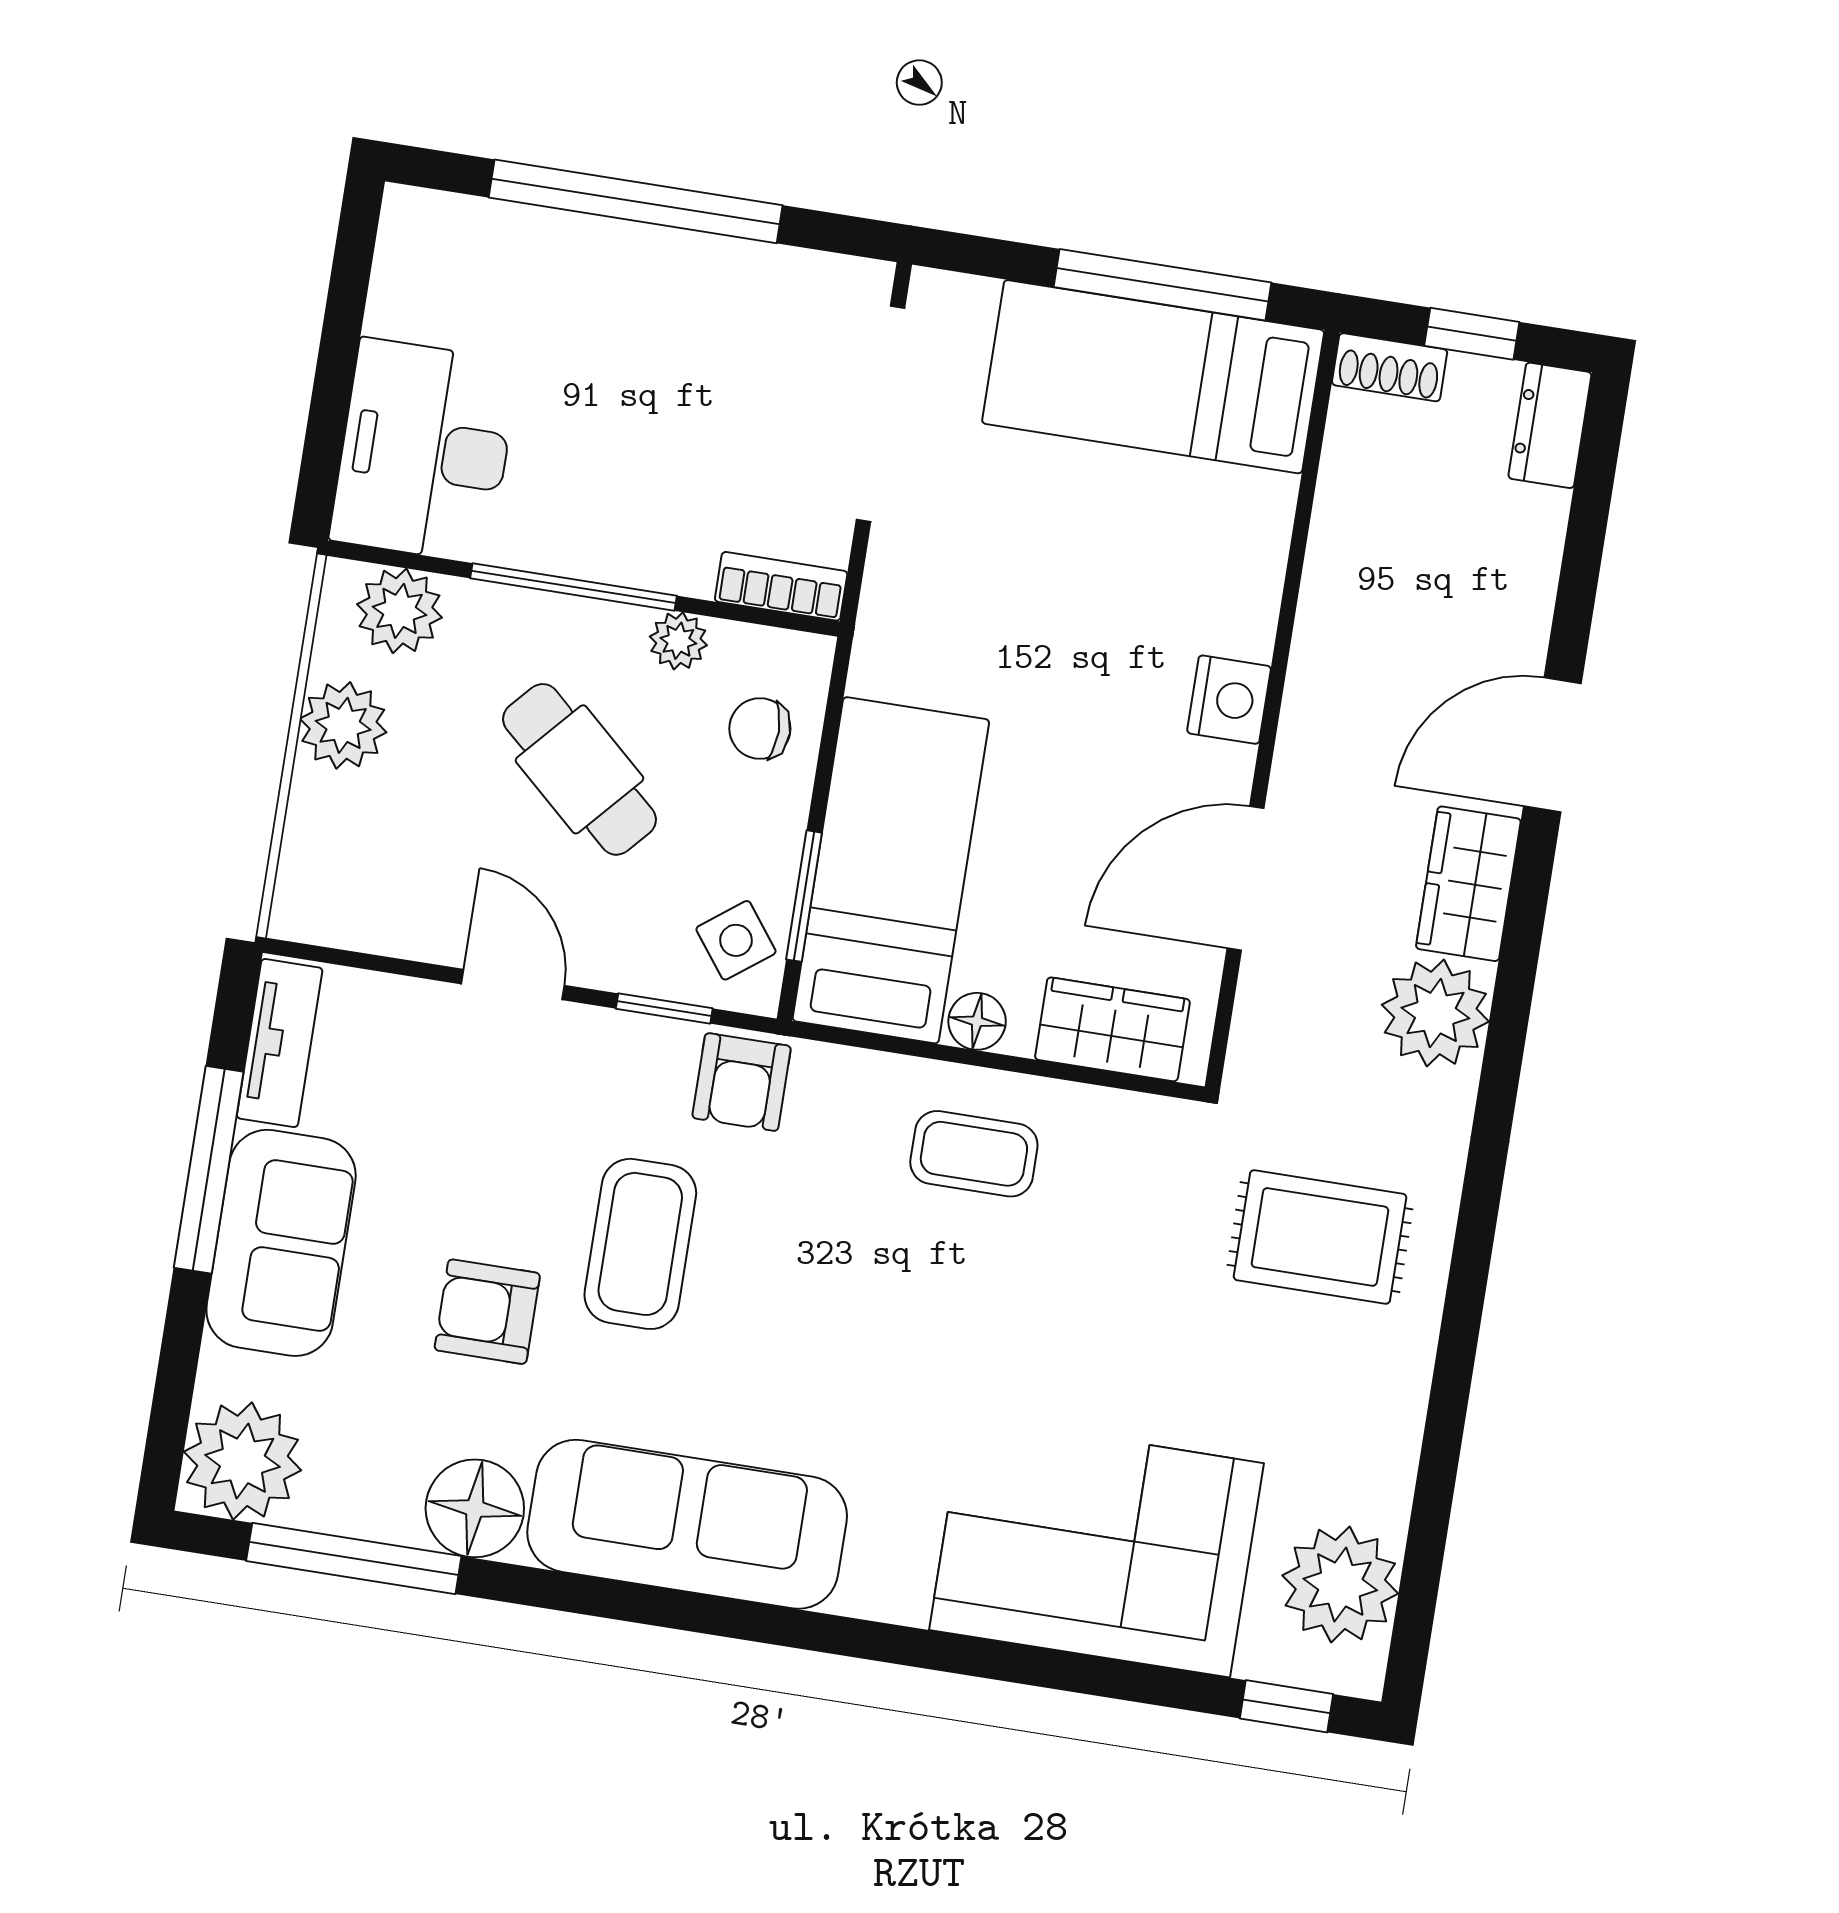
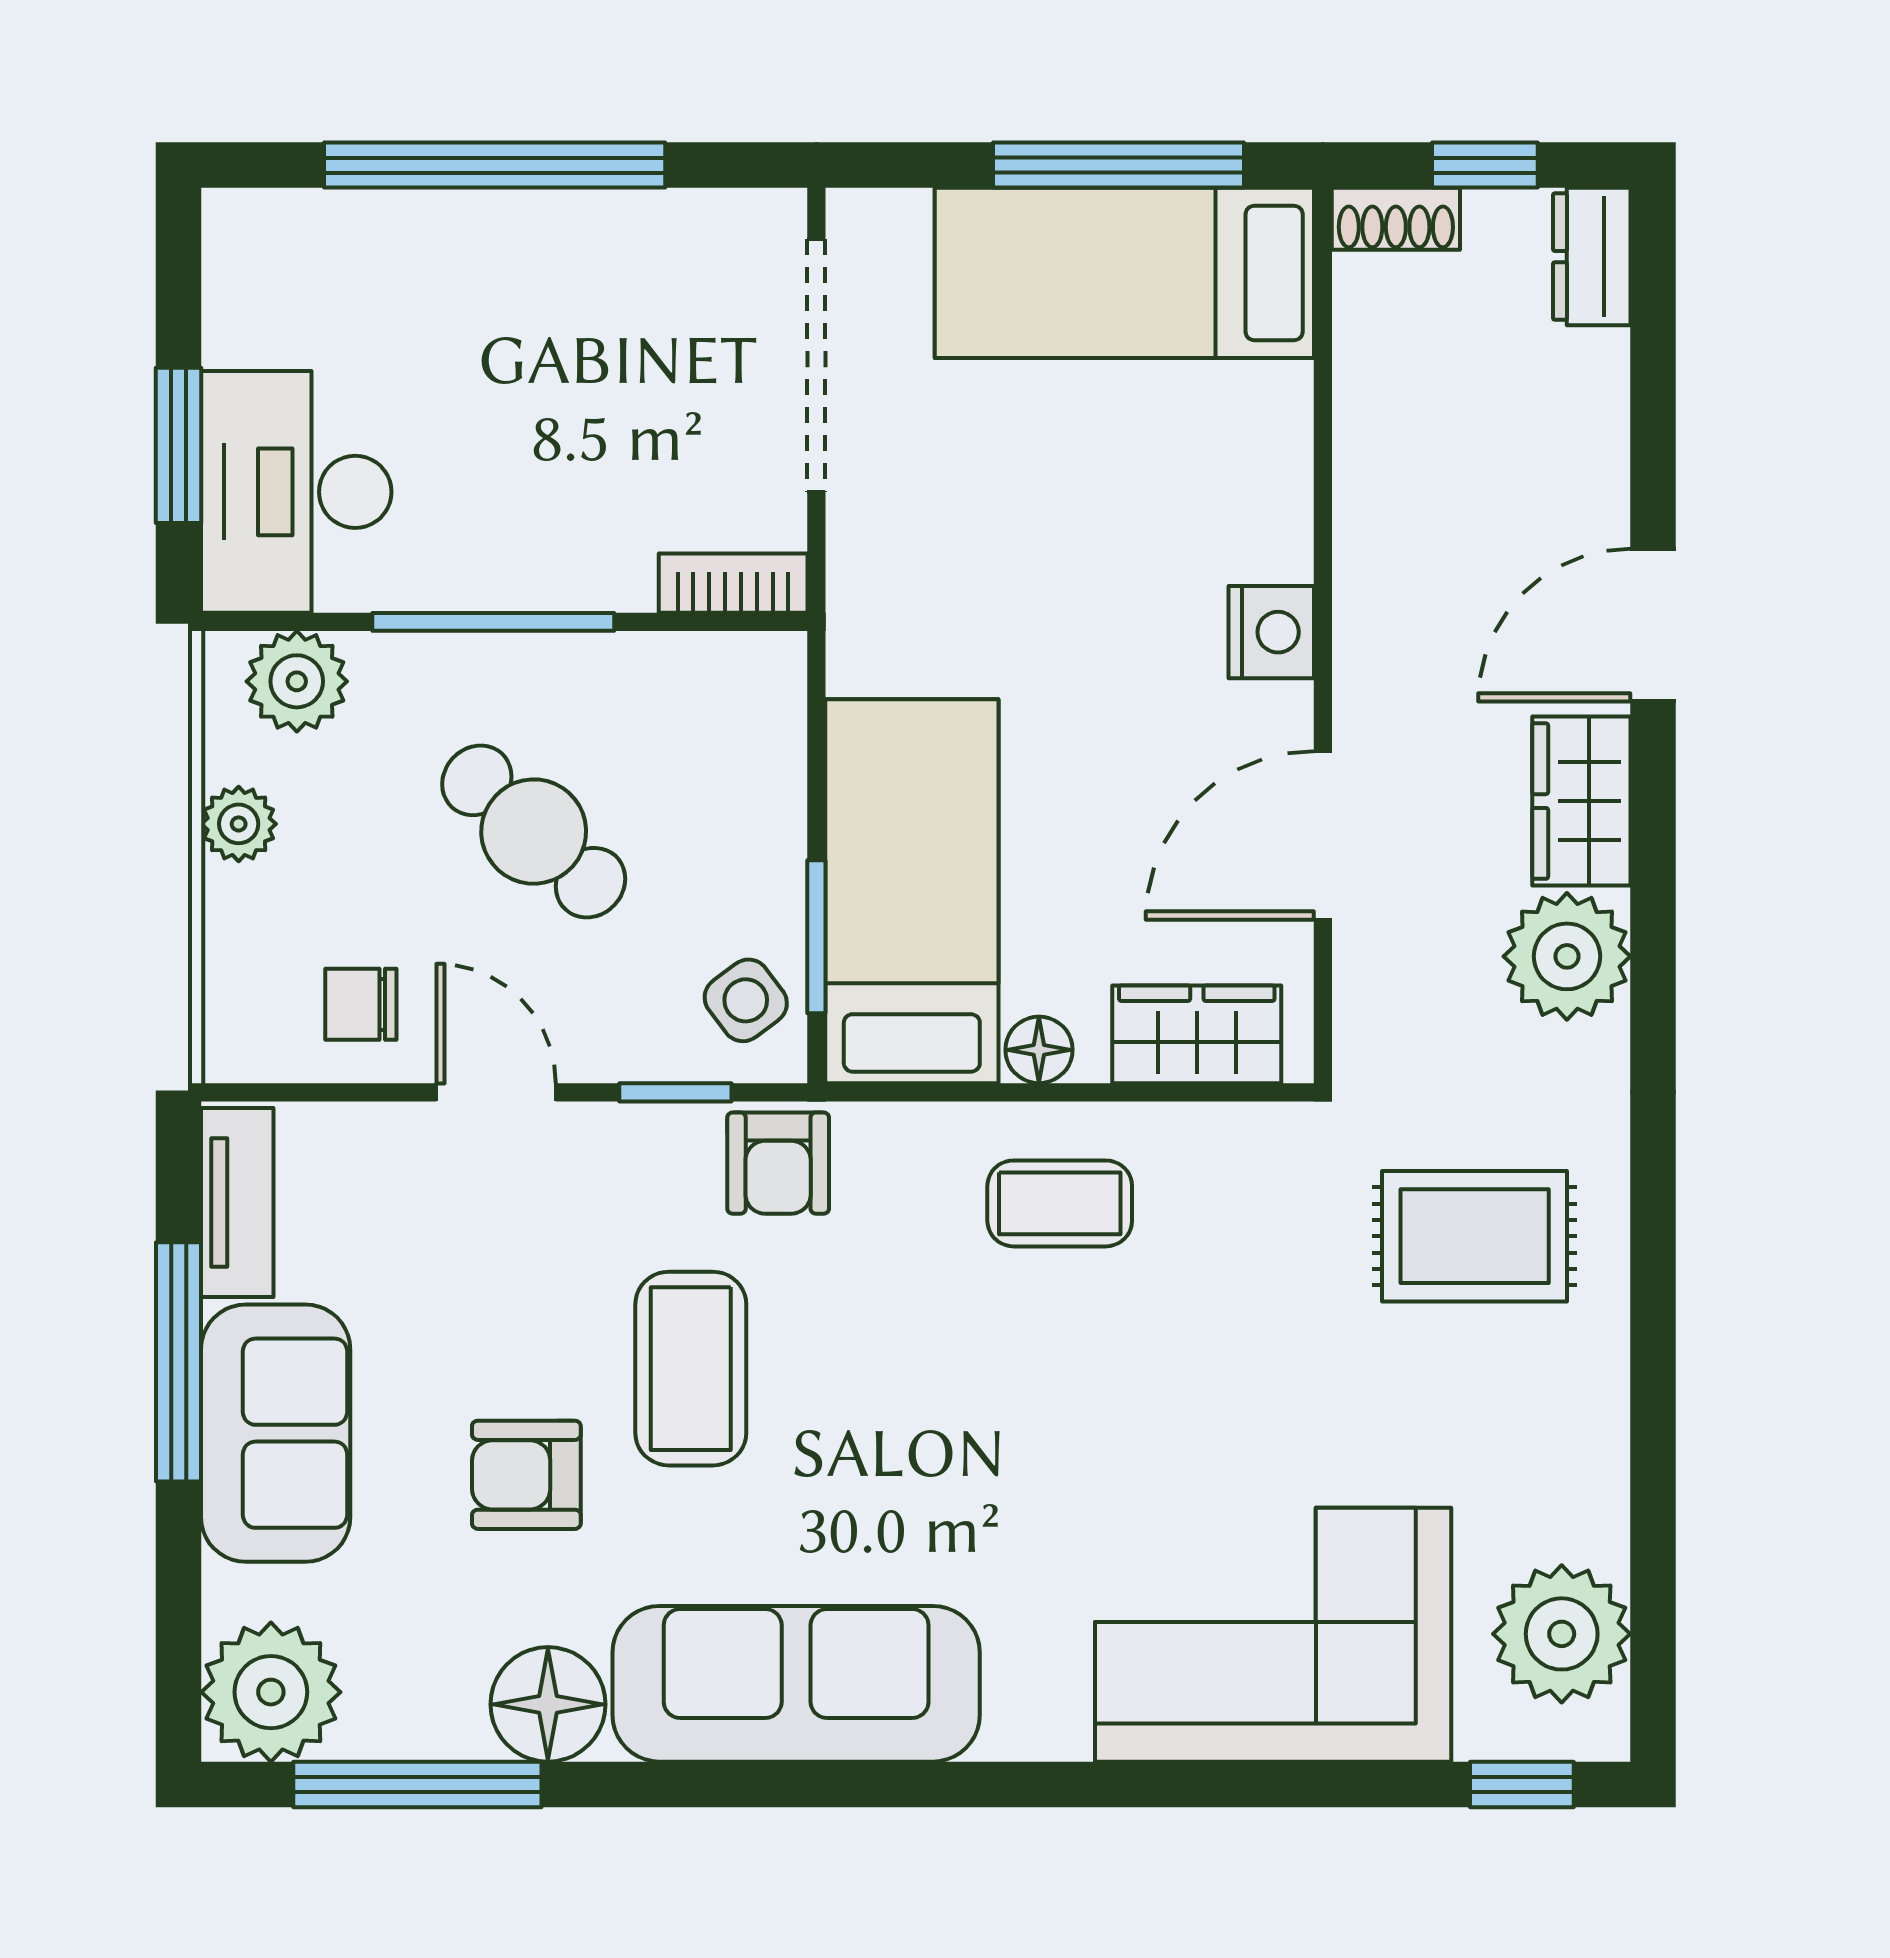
window: (331, 396) -> (179, 445), added
plant: (678, 641) -> (624, 665), removed
plant: (343, 725) -> (239, 824), width x0.73, depth x0.73
chair: (760, 729) -> (361, 1004), moved

